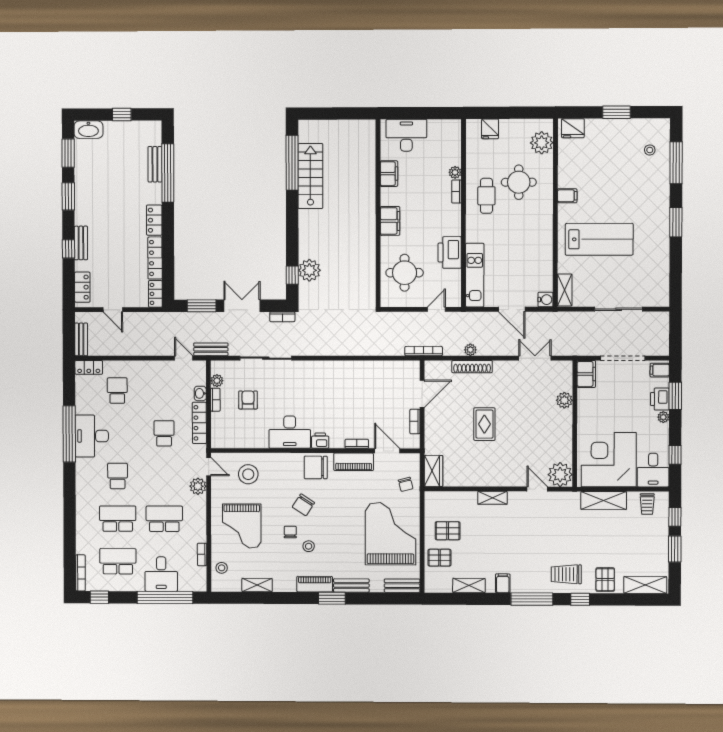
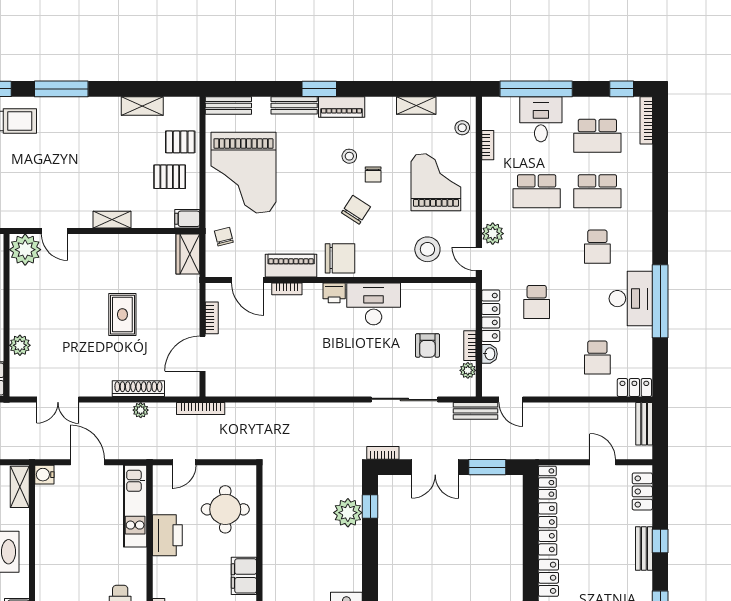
filing cabinet: (503, 583) -> (187, 219), moved, turned 90

